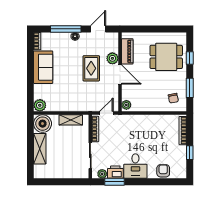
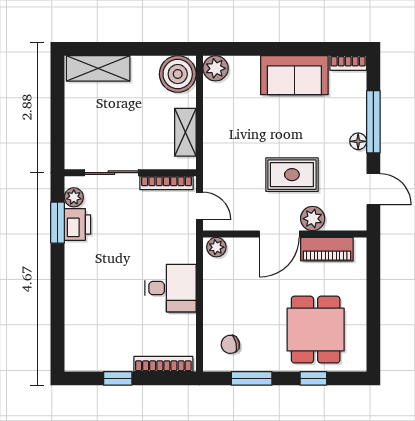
shelving: (40, 149) -> (98, 68), moved
desk: (135, 166) -> (170, 288), moved, turned 180
armchair: (163, 171) -> (80, 323), removed

